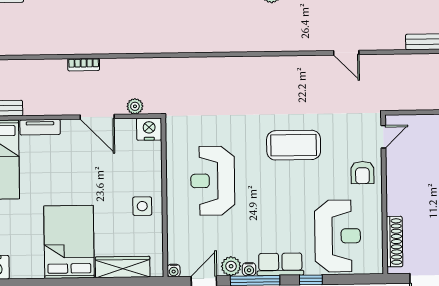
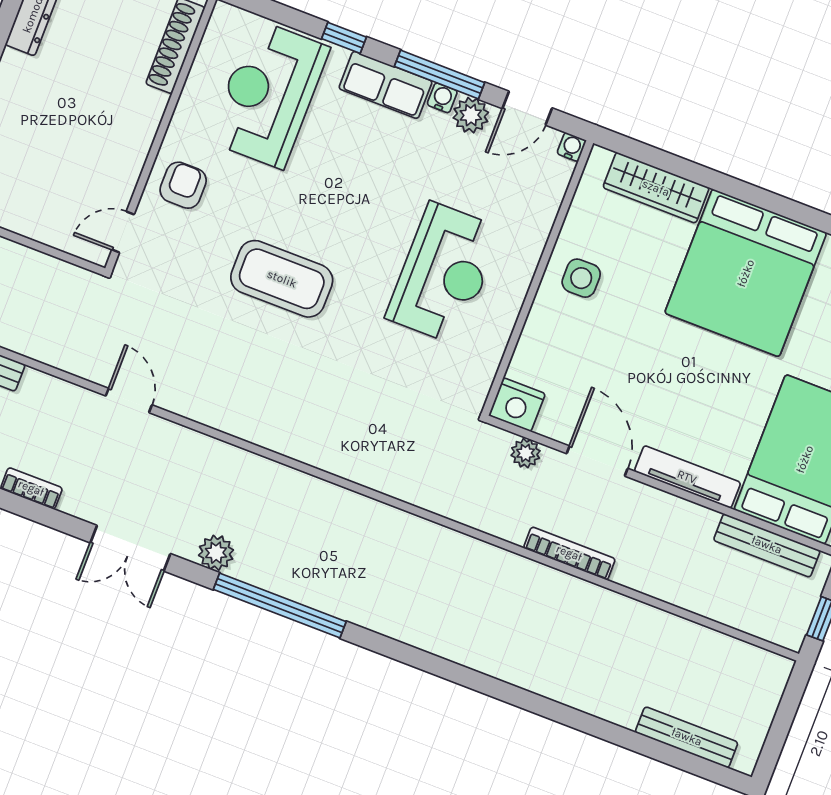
bookcase: (84, 65) -> (569, 553), width x1.56
tv unit: (40, 127) -> (687, 477), width x1.41
bed: (69, 242) -> (746, 273), width x1.36

